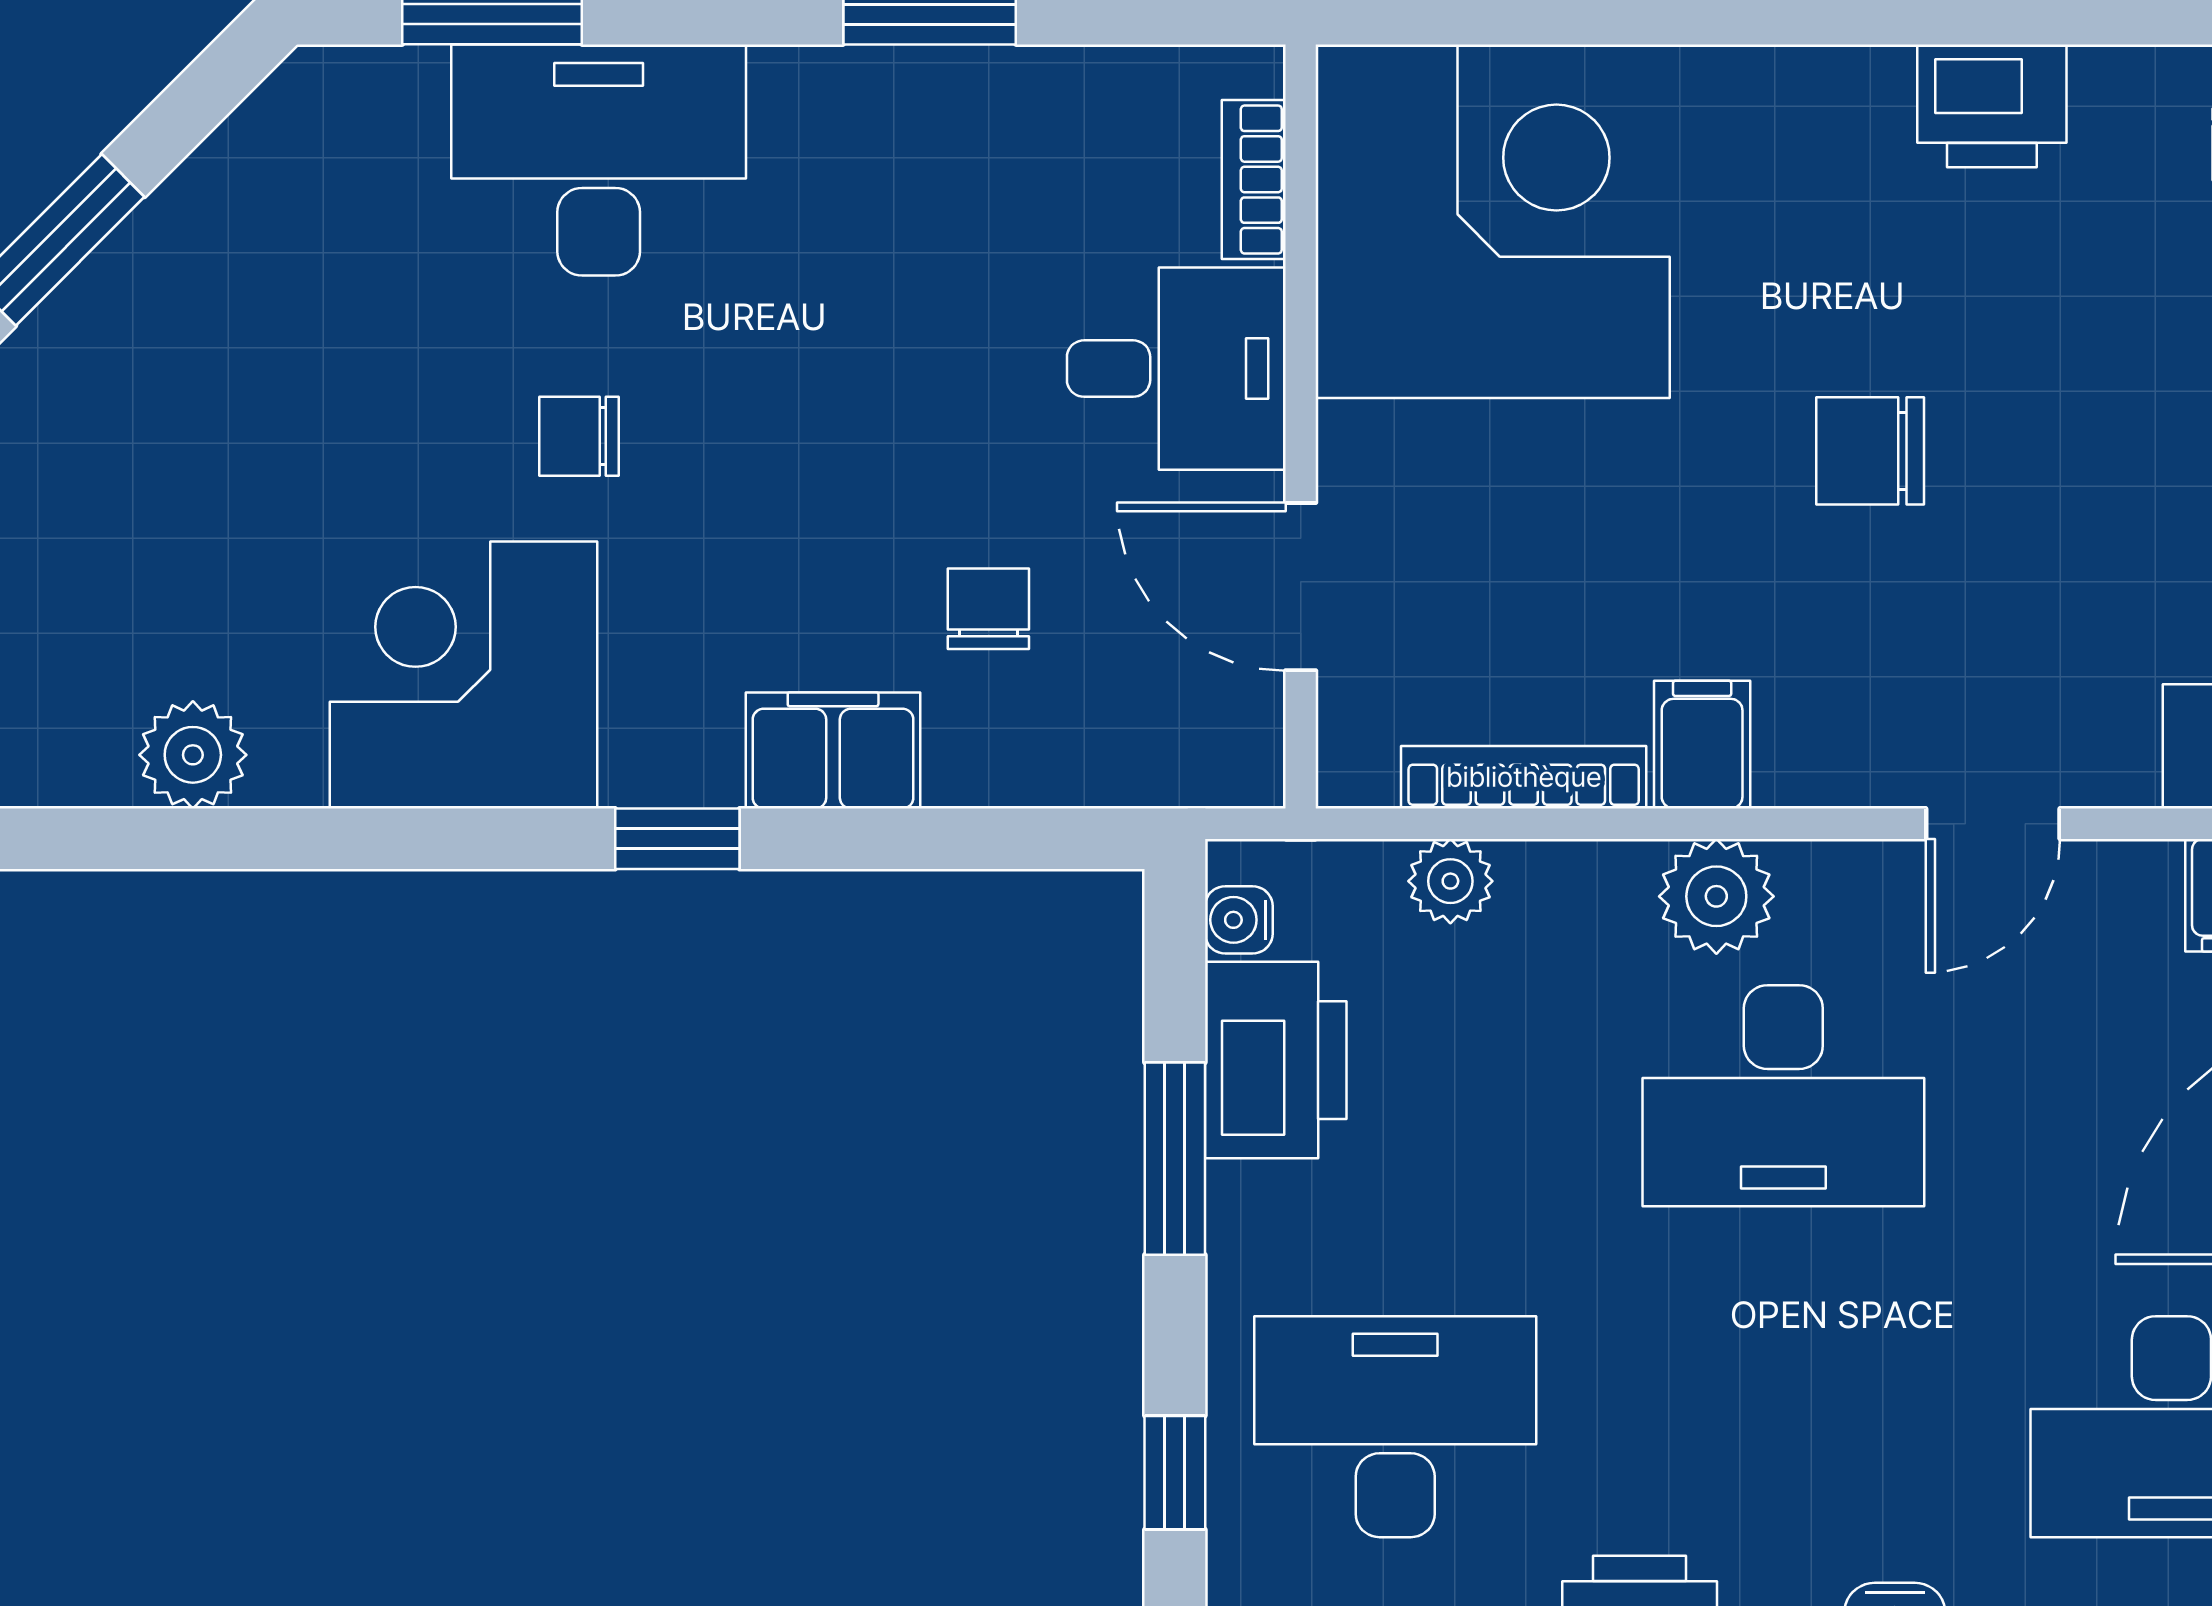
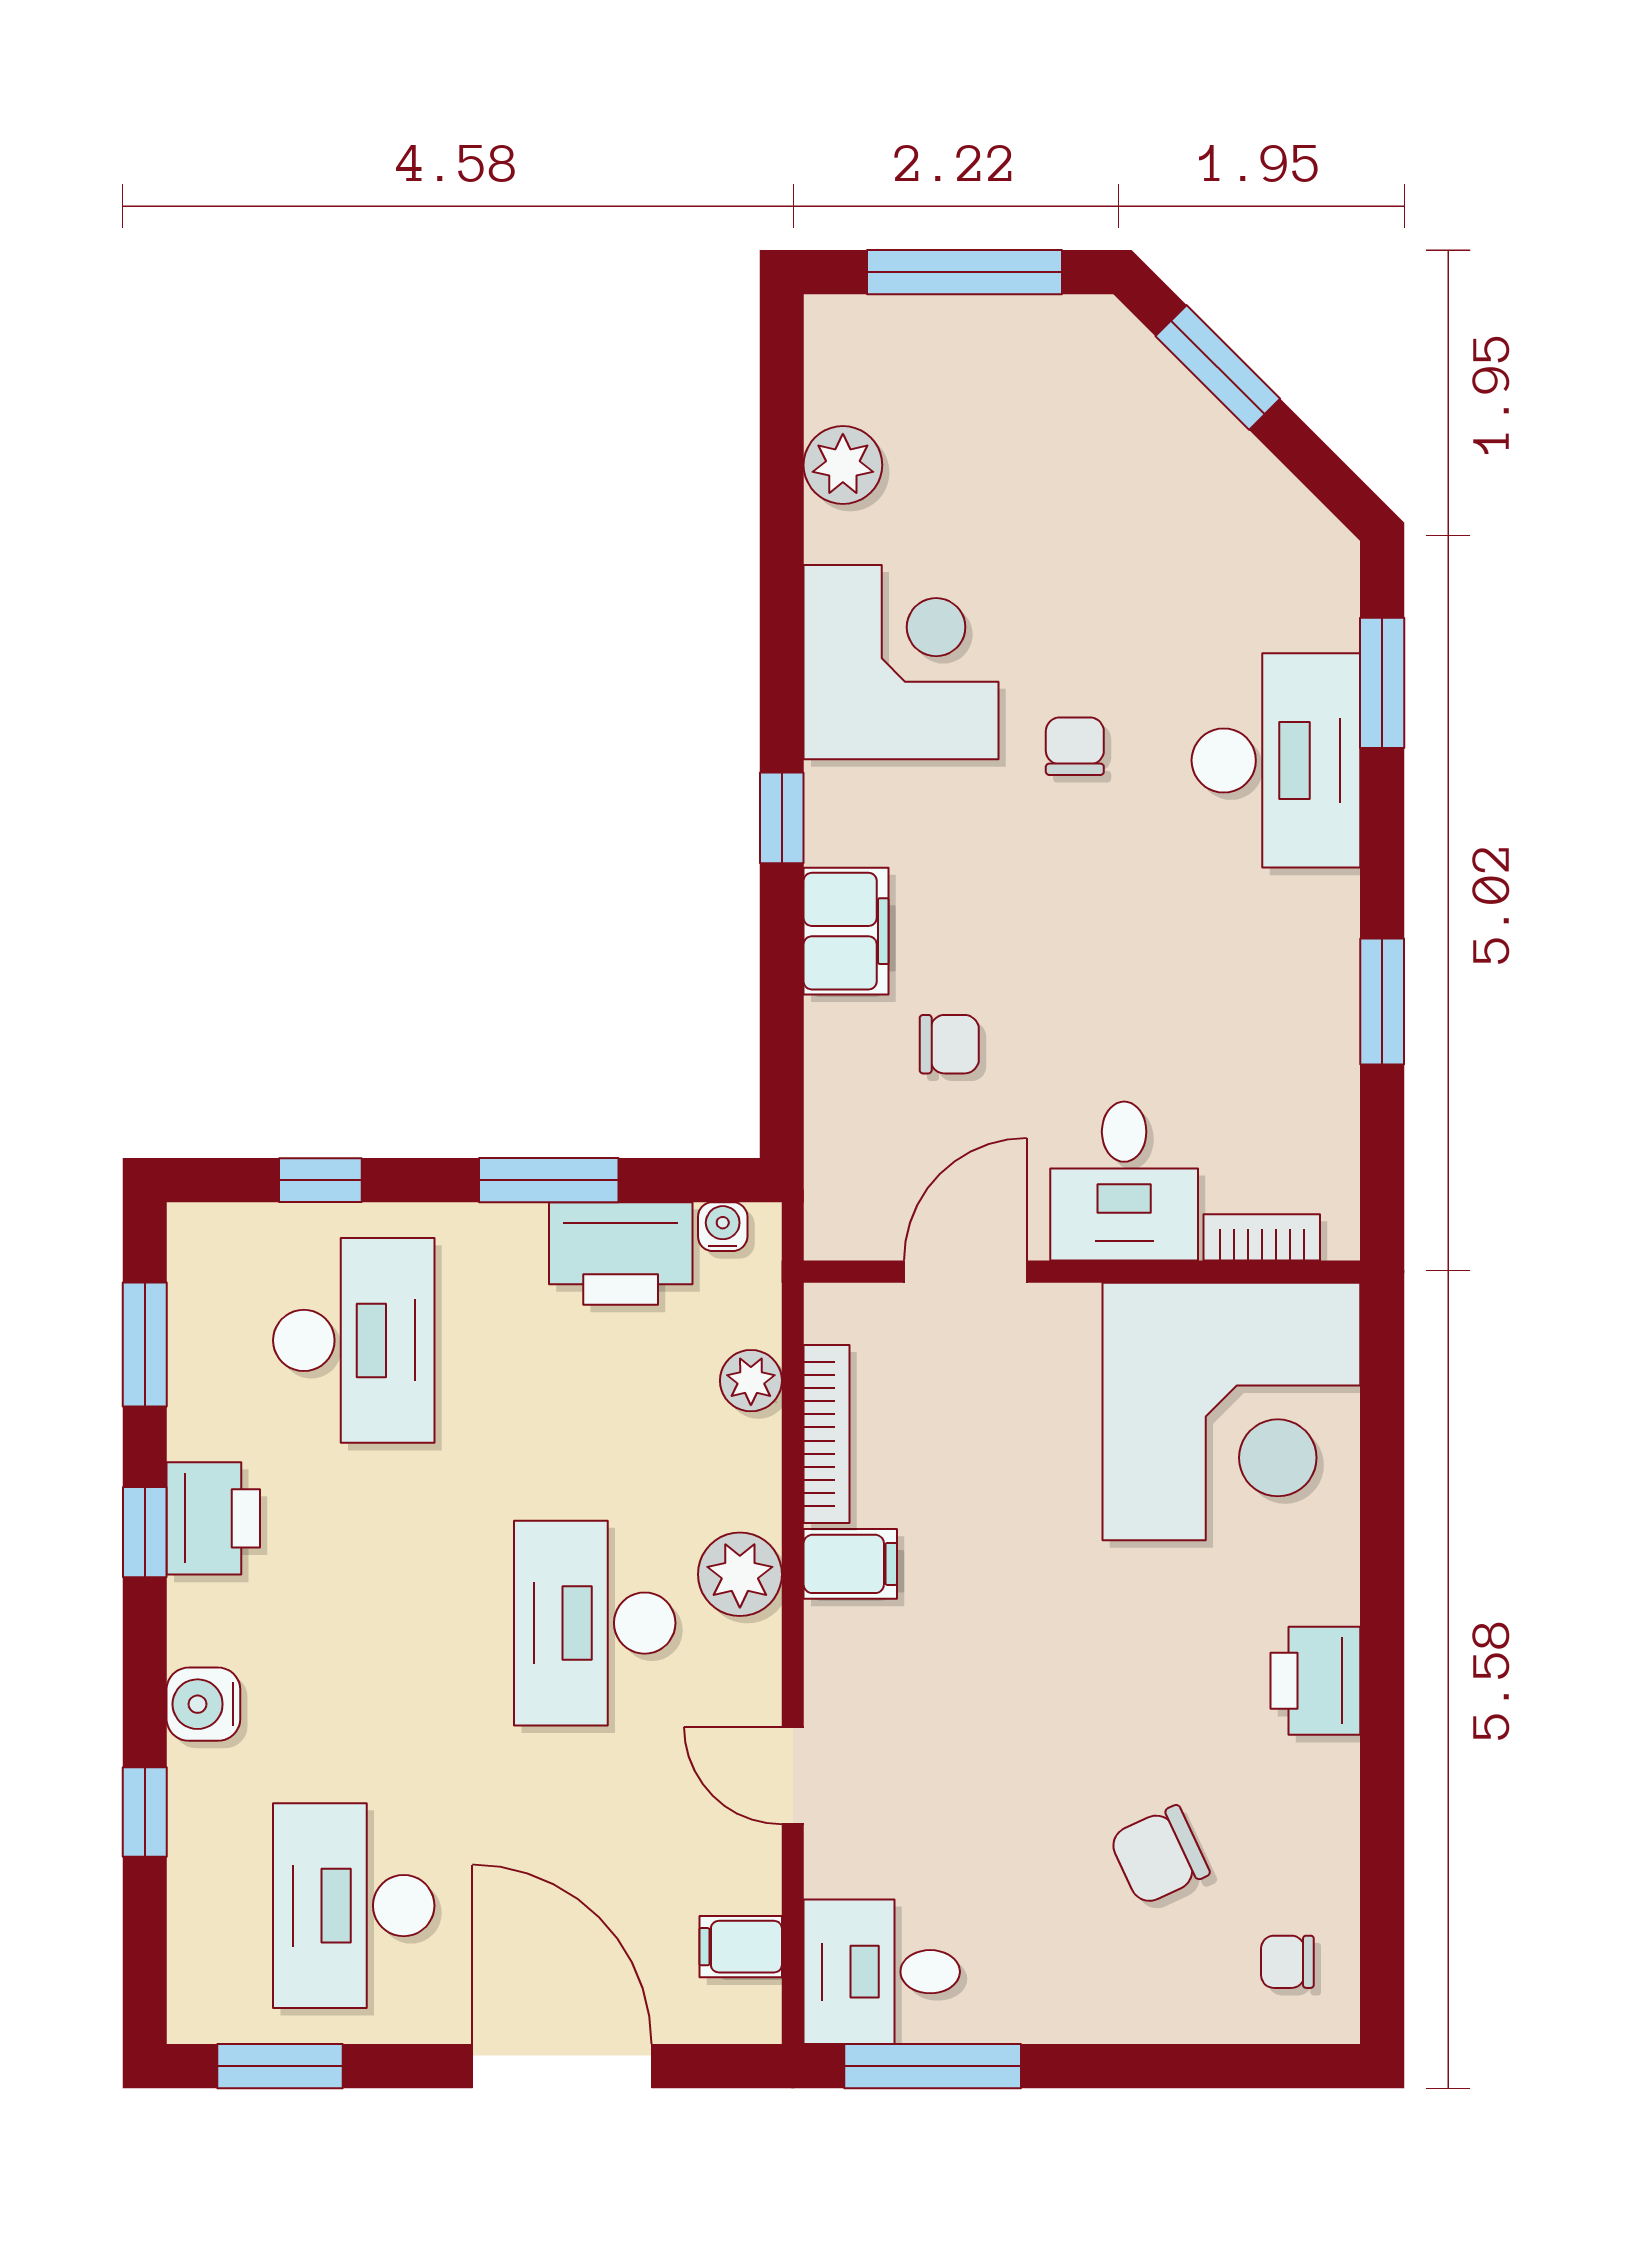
printer: (1992, 106) -> (1315, 1681), moved
chair: (1870, 451) -> (1159, 1855), moved, turned -115

